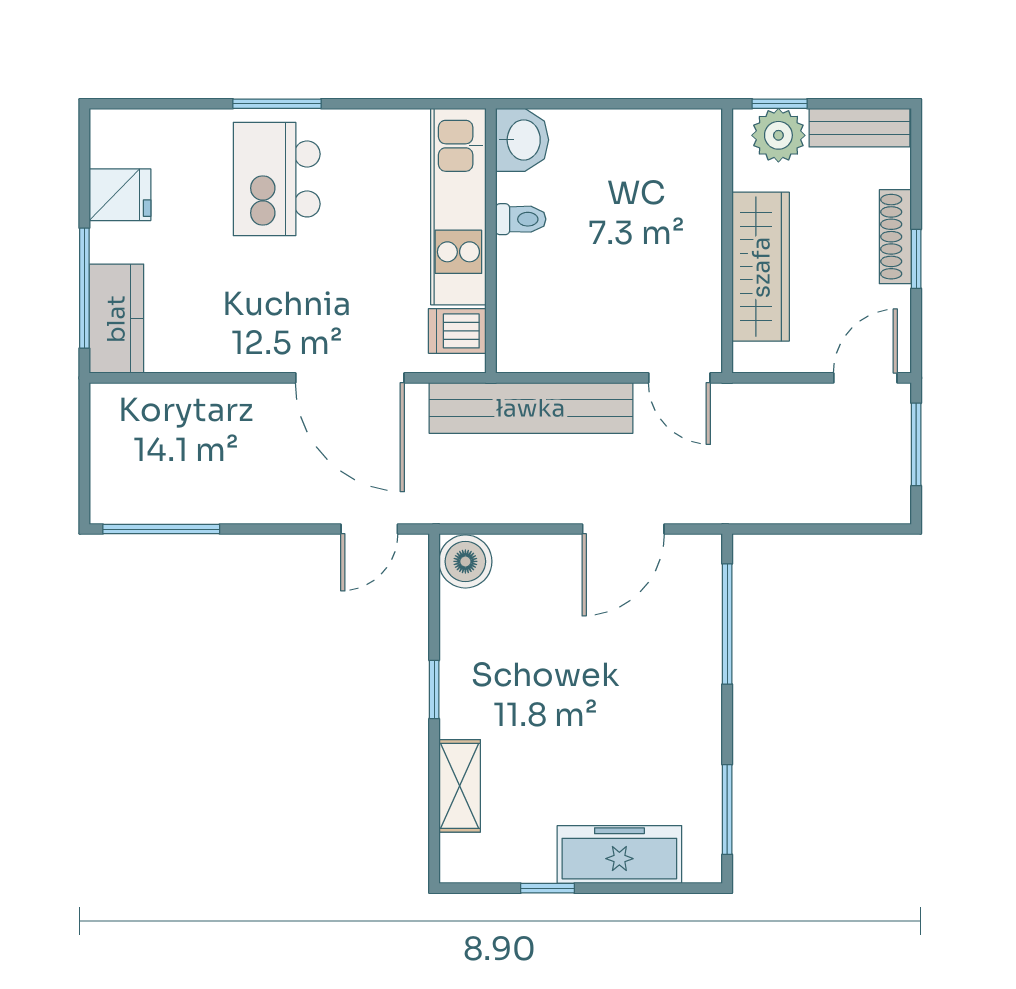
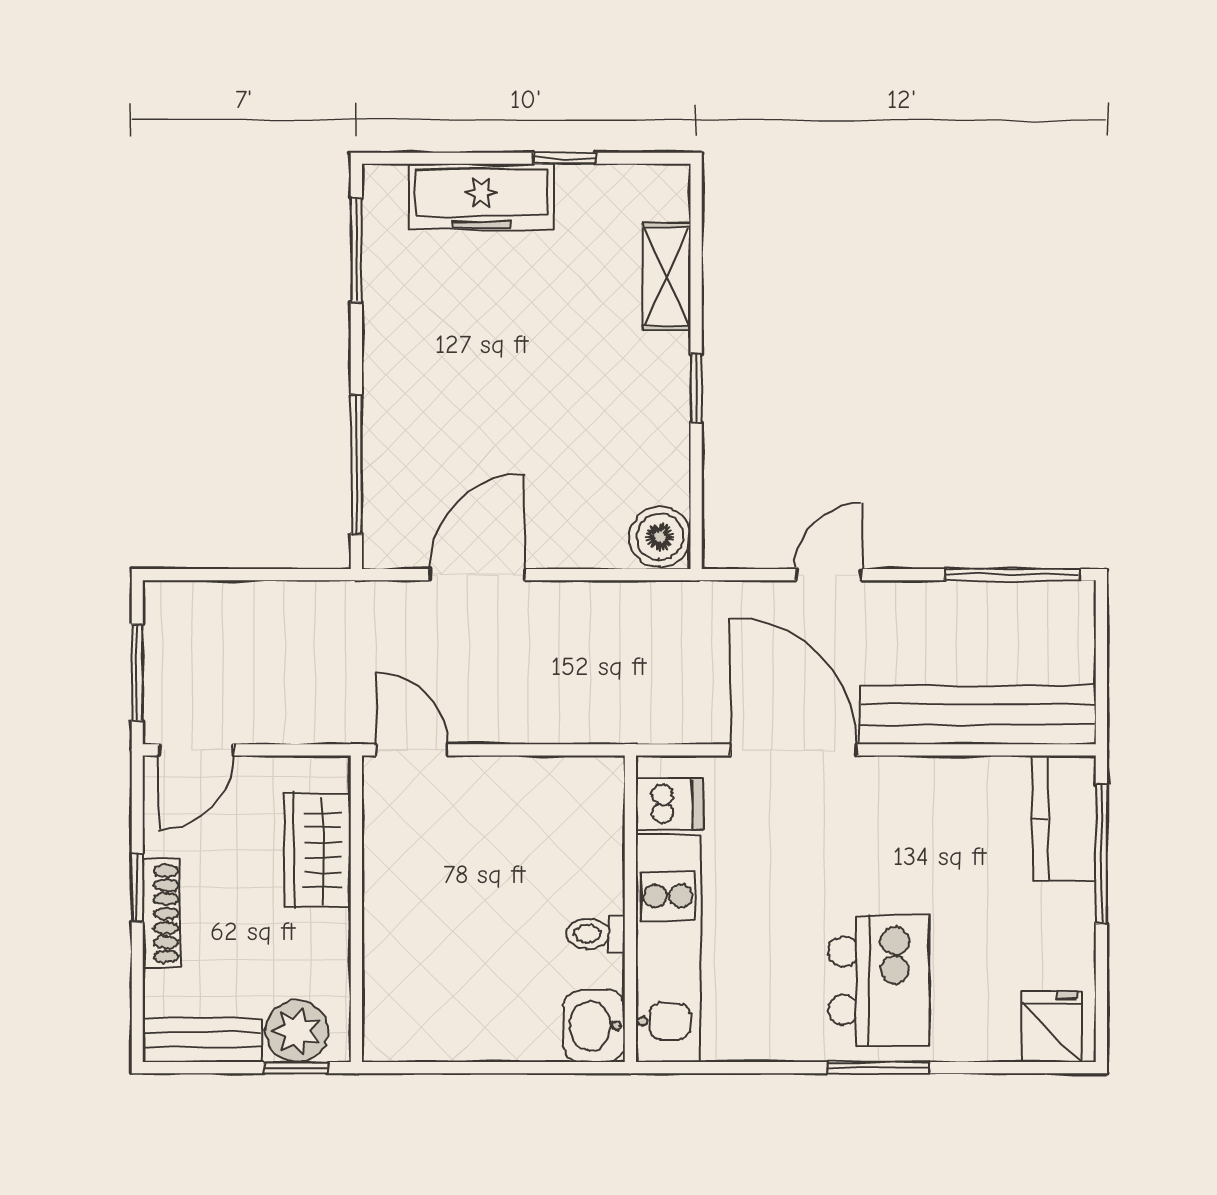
fridge: (120, 195) -> (1052, 1026), moved, turned 90
wardrobe: (761, 267) -> (318, 850), width x0.67
bench: (531, 408) -> (978, 715), moved
door: (369, 529) -> (829, 575), moved

